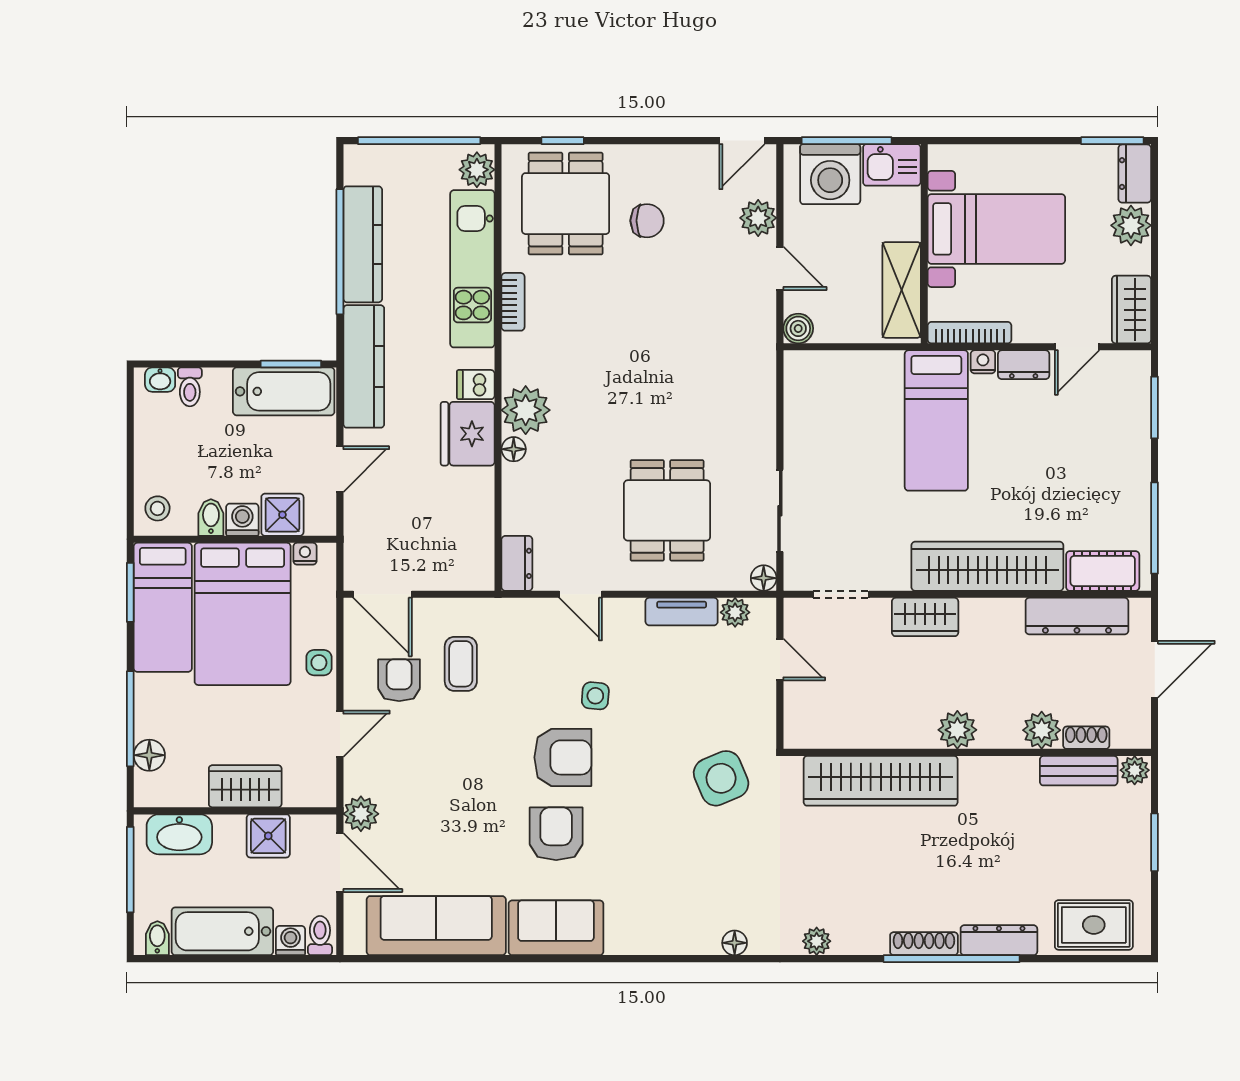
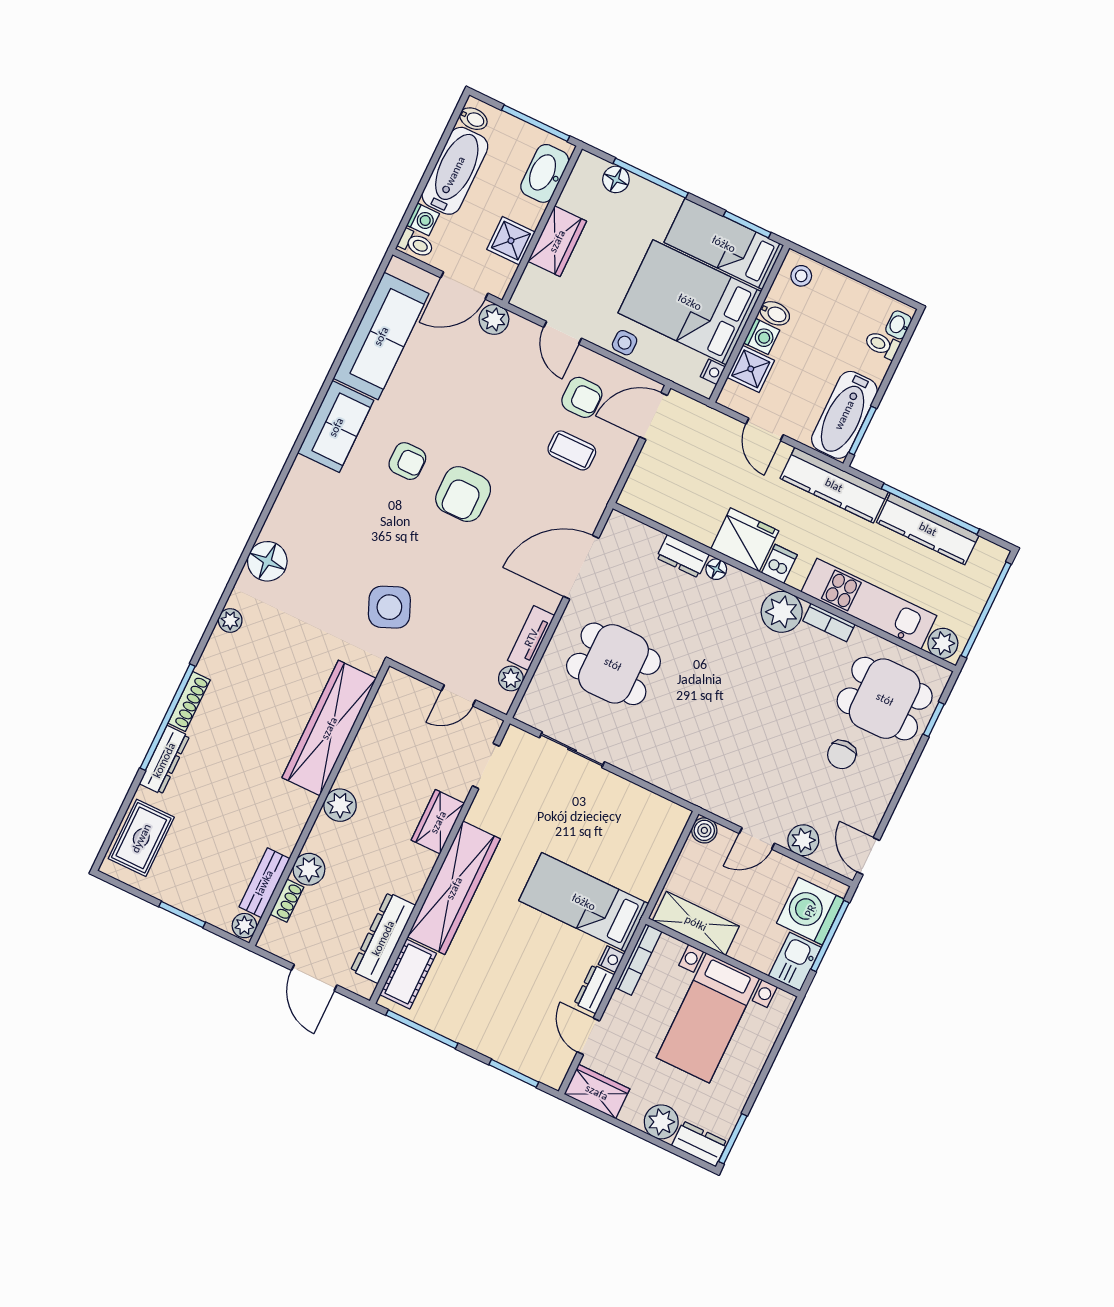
plant: (526, 410) -> (782, 612), moved
dresser: (517, 563) -> (683, 556), moved
floor lamp: (764, 578) -> (527, 713), removed
door: (581, 594) -> (581, 567), width x1.88
side table: (595, 696) -> (498, 541), removed
armchair: (556, 834) -> (407, 461), width x0.72, depth x0.72
floor lamp: (735, 943) -> (267, 561), width x1.89, depth x1.89

